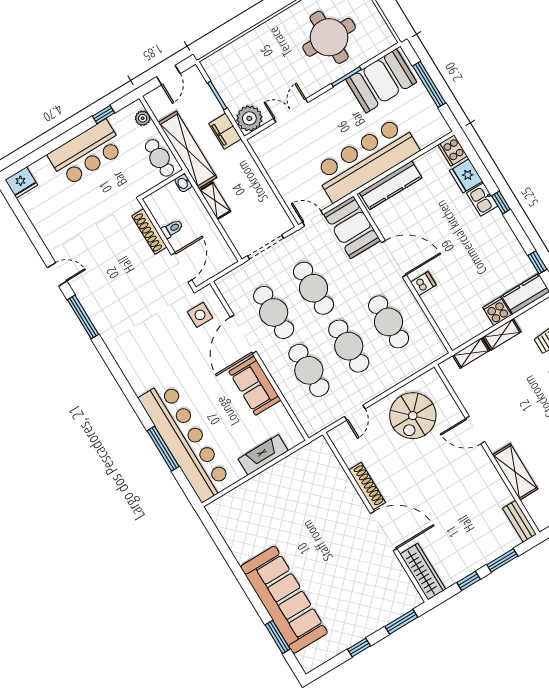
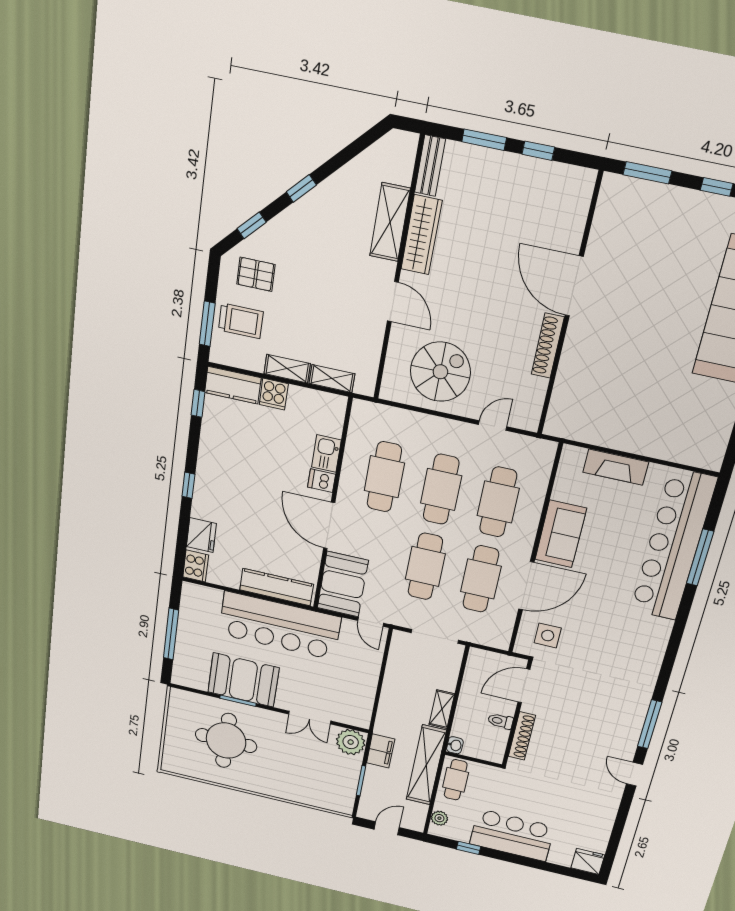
booth: (381, 81) -> (243, 680), moved
kitchen sink: (482, 199) -> (326, 454), moved, turned 180
wardrobe: (423, 572) -> (421, 235), moved, turned 180

